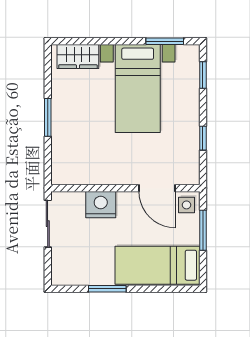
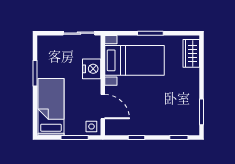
bed with nightstands: (138, 89) -> (135, 60), moved, turned 180
door: (157, 188) -> (103, 107), swing flipped

